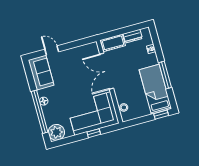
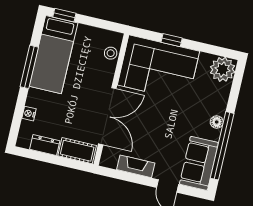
fireplace: (75, 52) -> (136, 166), added
window: (40, 112) -> (222, 146), moved

